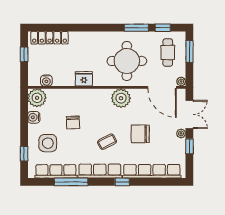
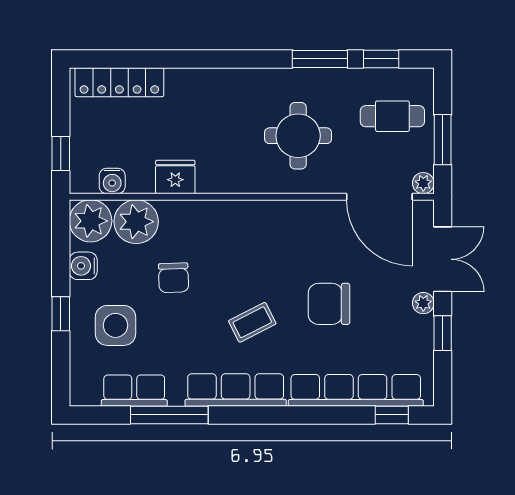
window: (189, 51) -> (443, 140), moved
cafe table: (168, 53) -> (392, 116), turned 90
window: (24, 54) -> (61, 154), moved
round table: (127, 61) -> (298, 136), width x0.73, depth x0.73
fridge: (84, 79) -> (175, 177), moved
plant: (121, 98) -> (136, 222), moved
window: (24, 154) -> (61, 314), moved
row of seats: (56, 171) -> (134, 391), width x0.68
window: (122, 182) -> (392, 415), moved

